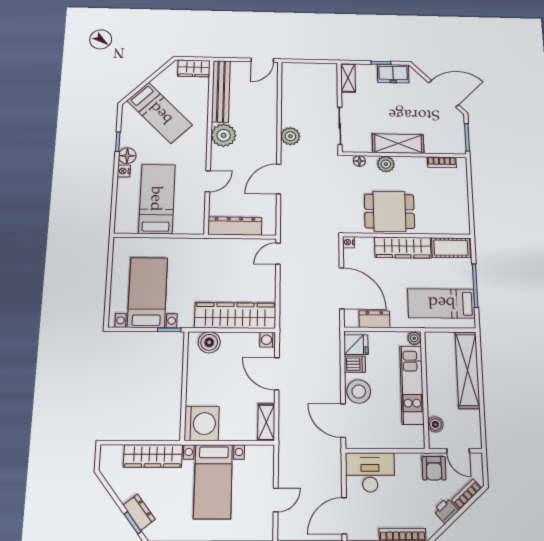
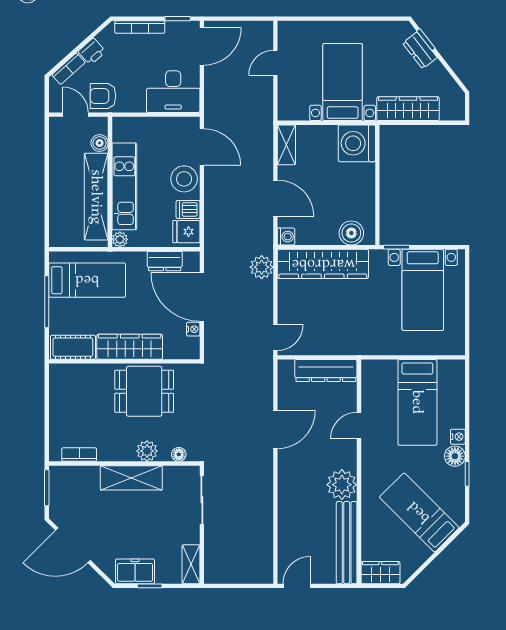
plant: (290, 136) -> (262, 267), moved
nightstand: (349, 242) -> (193, 329), moved
shelving: (467, 370) -> (96, 197), moved
armchair: (434, 468) -> (103, 96), turned -90

